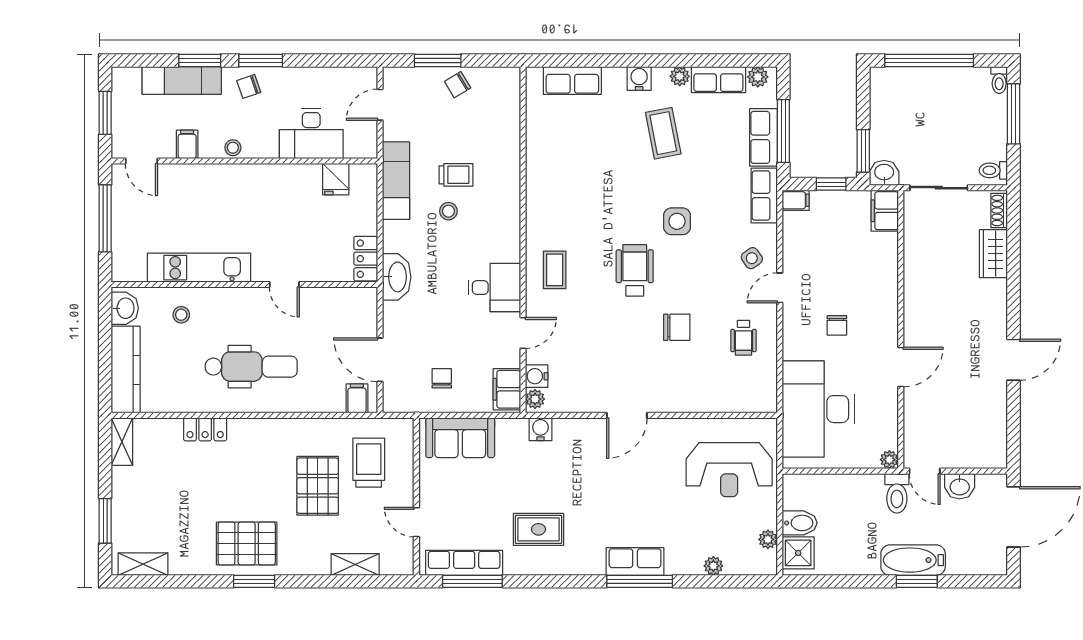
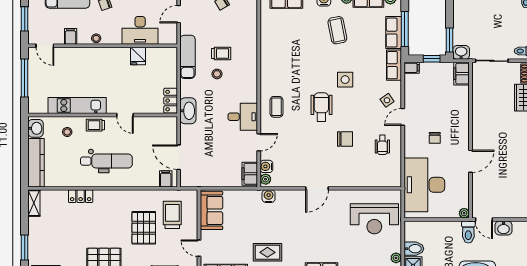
fridge: (336, 179) -> (138, 56), moved
trolley: (231, 303) -> (95, 125), added
chair: (442, 378) -> (213, 168), removed
sofa: (460, 438) -> (212, 210), moved, turned -90

